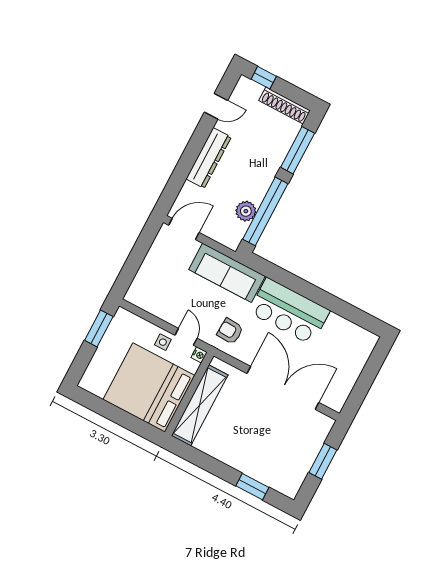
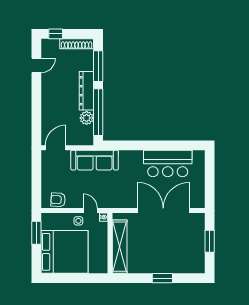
dresser: (209, 158) -> (86, 91), moved, turned 180
bar counter: (289, 311) -> (168, 163), moved
armchair: (230, 331) -> (58, 200), moved
bed: (149, 387) -> (65, 252), moved, turned 180
window: (252, 487) -> (162, 278), moved

